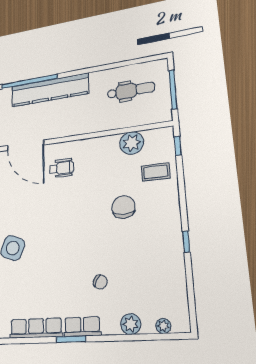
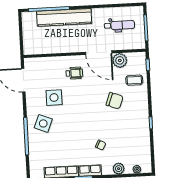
door: (26, 145) -> (99, 53), moved
side table: (30, 207) -> (54, 98), added
chair: (123, 207) -> (115, 101), turned 110

